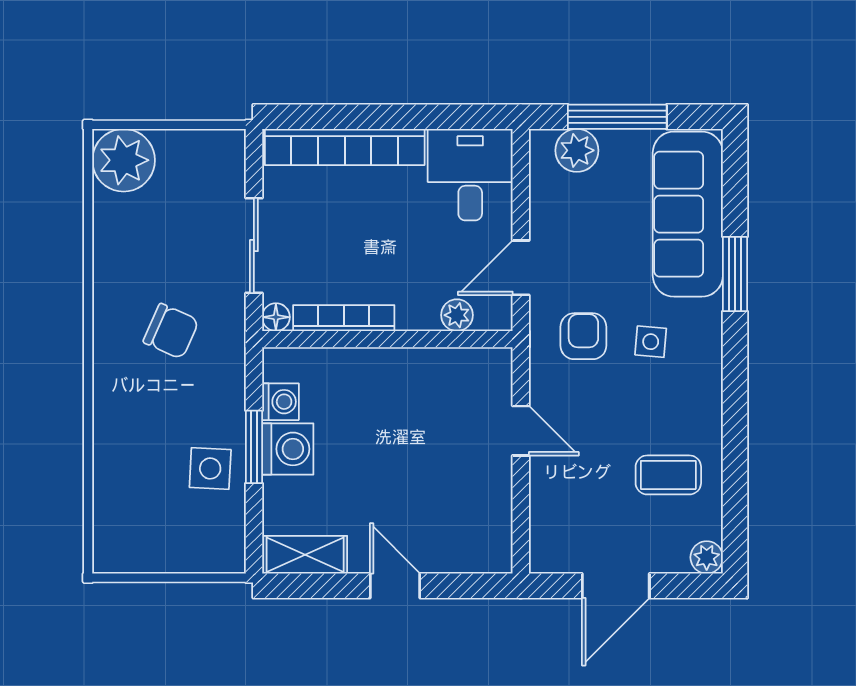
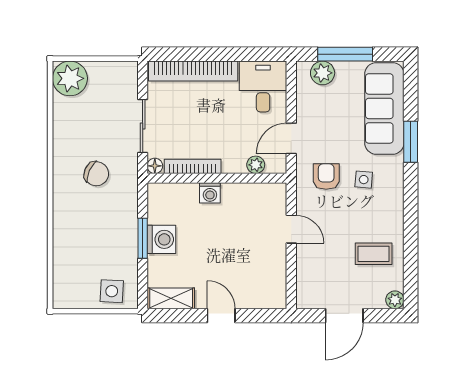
washing machine: (280, 402) -> (210, 193), moved, turned 90
side table: (210, 468) -> (112, 291), moved

